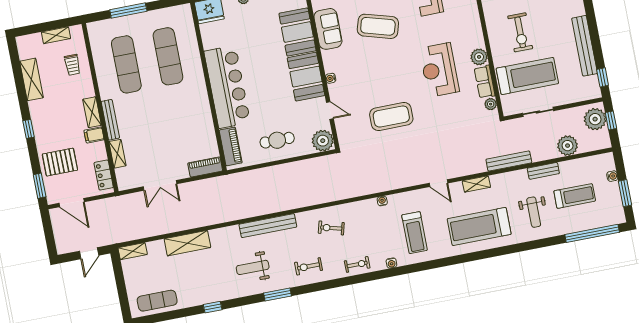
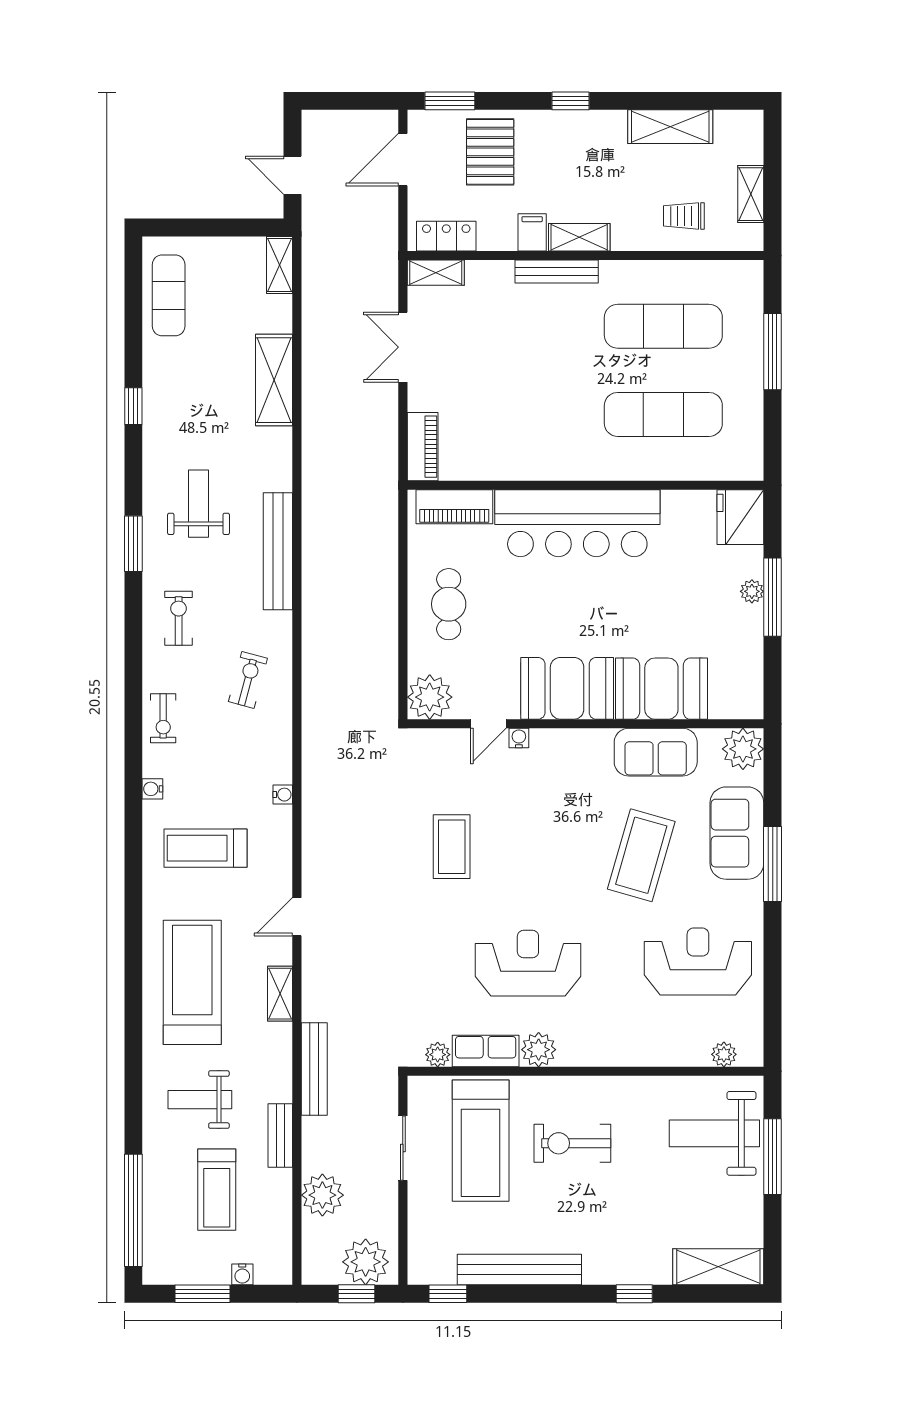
water cooler: (331, 78) -> (519, 738), moved
coffee table: (391, 117) -> (452, 847), width x0.73, depth x0.76
shelving: (117, 154) -> (436, 273), moved

